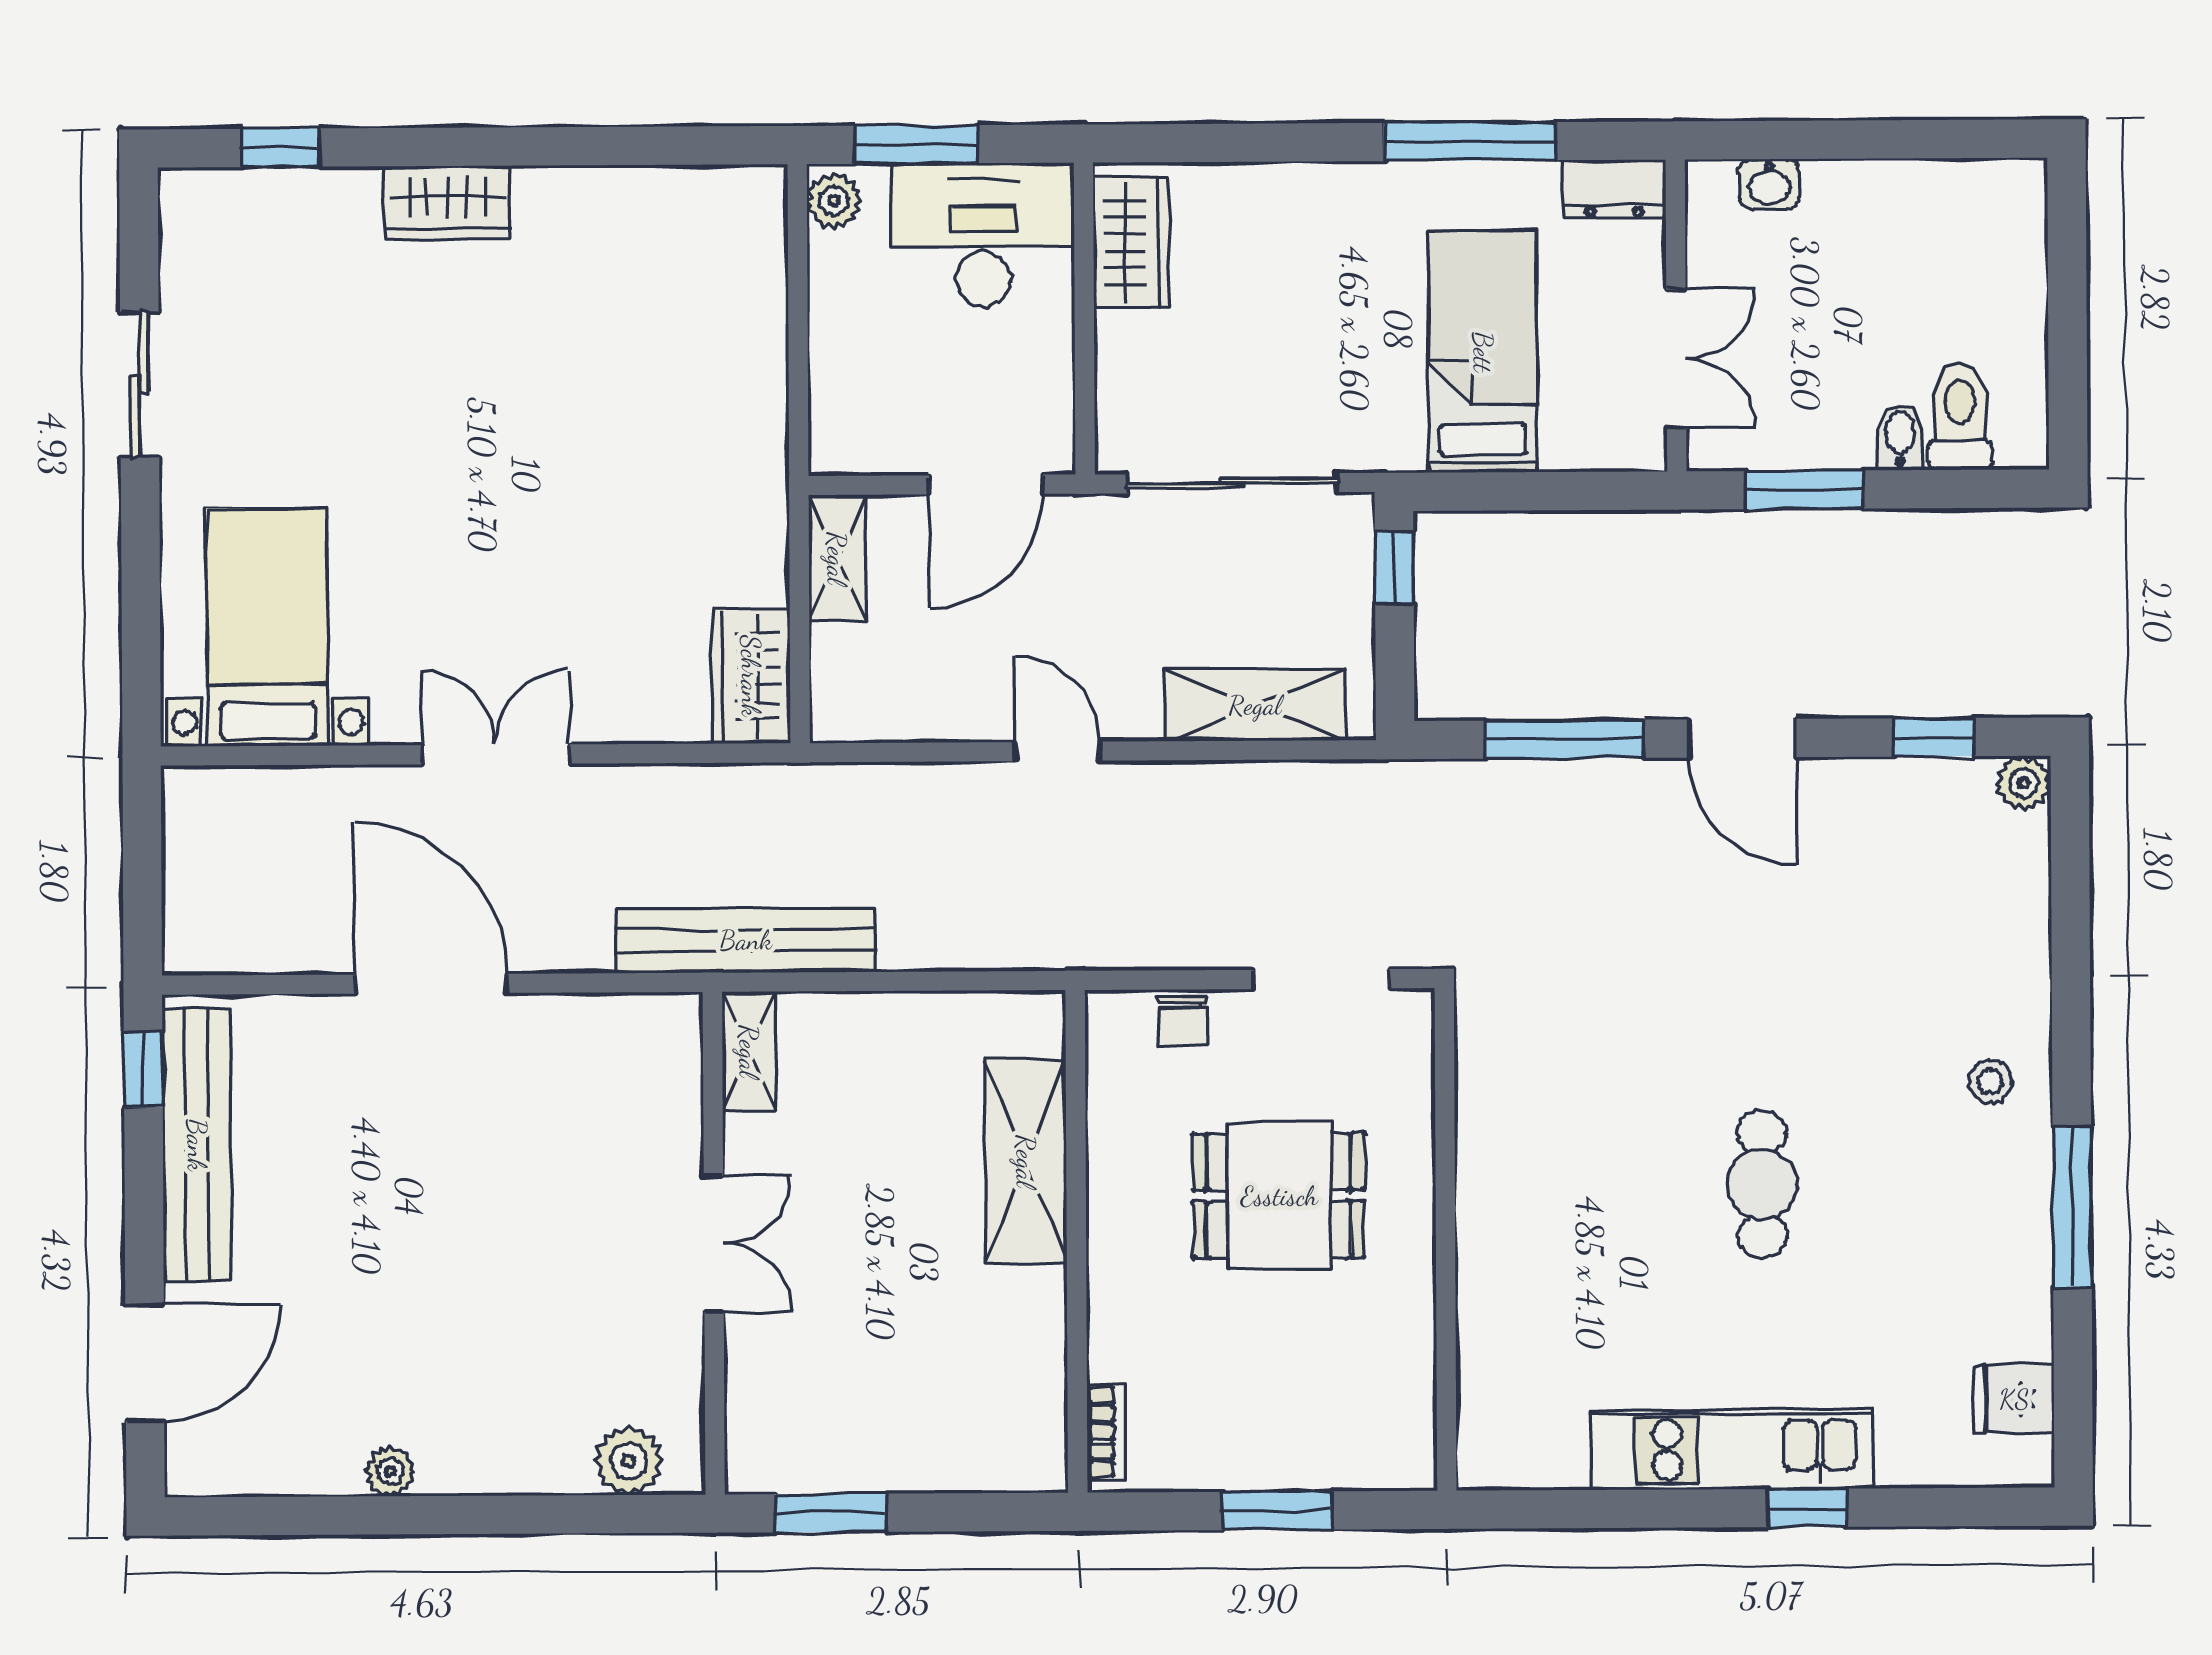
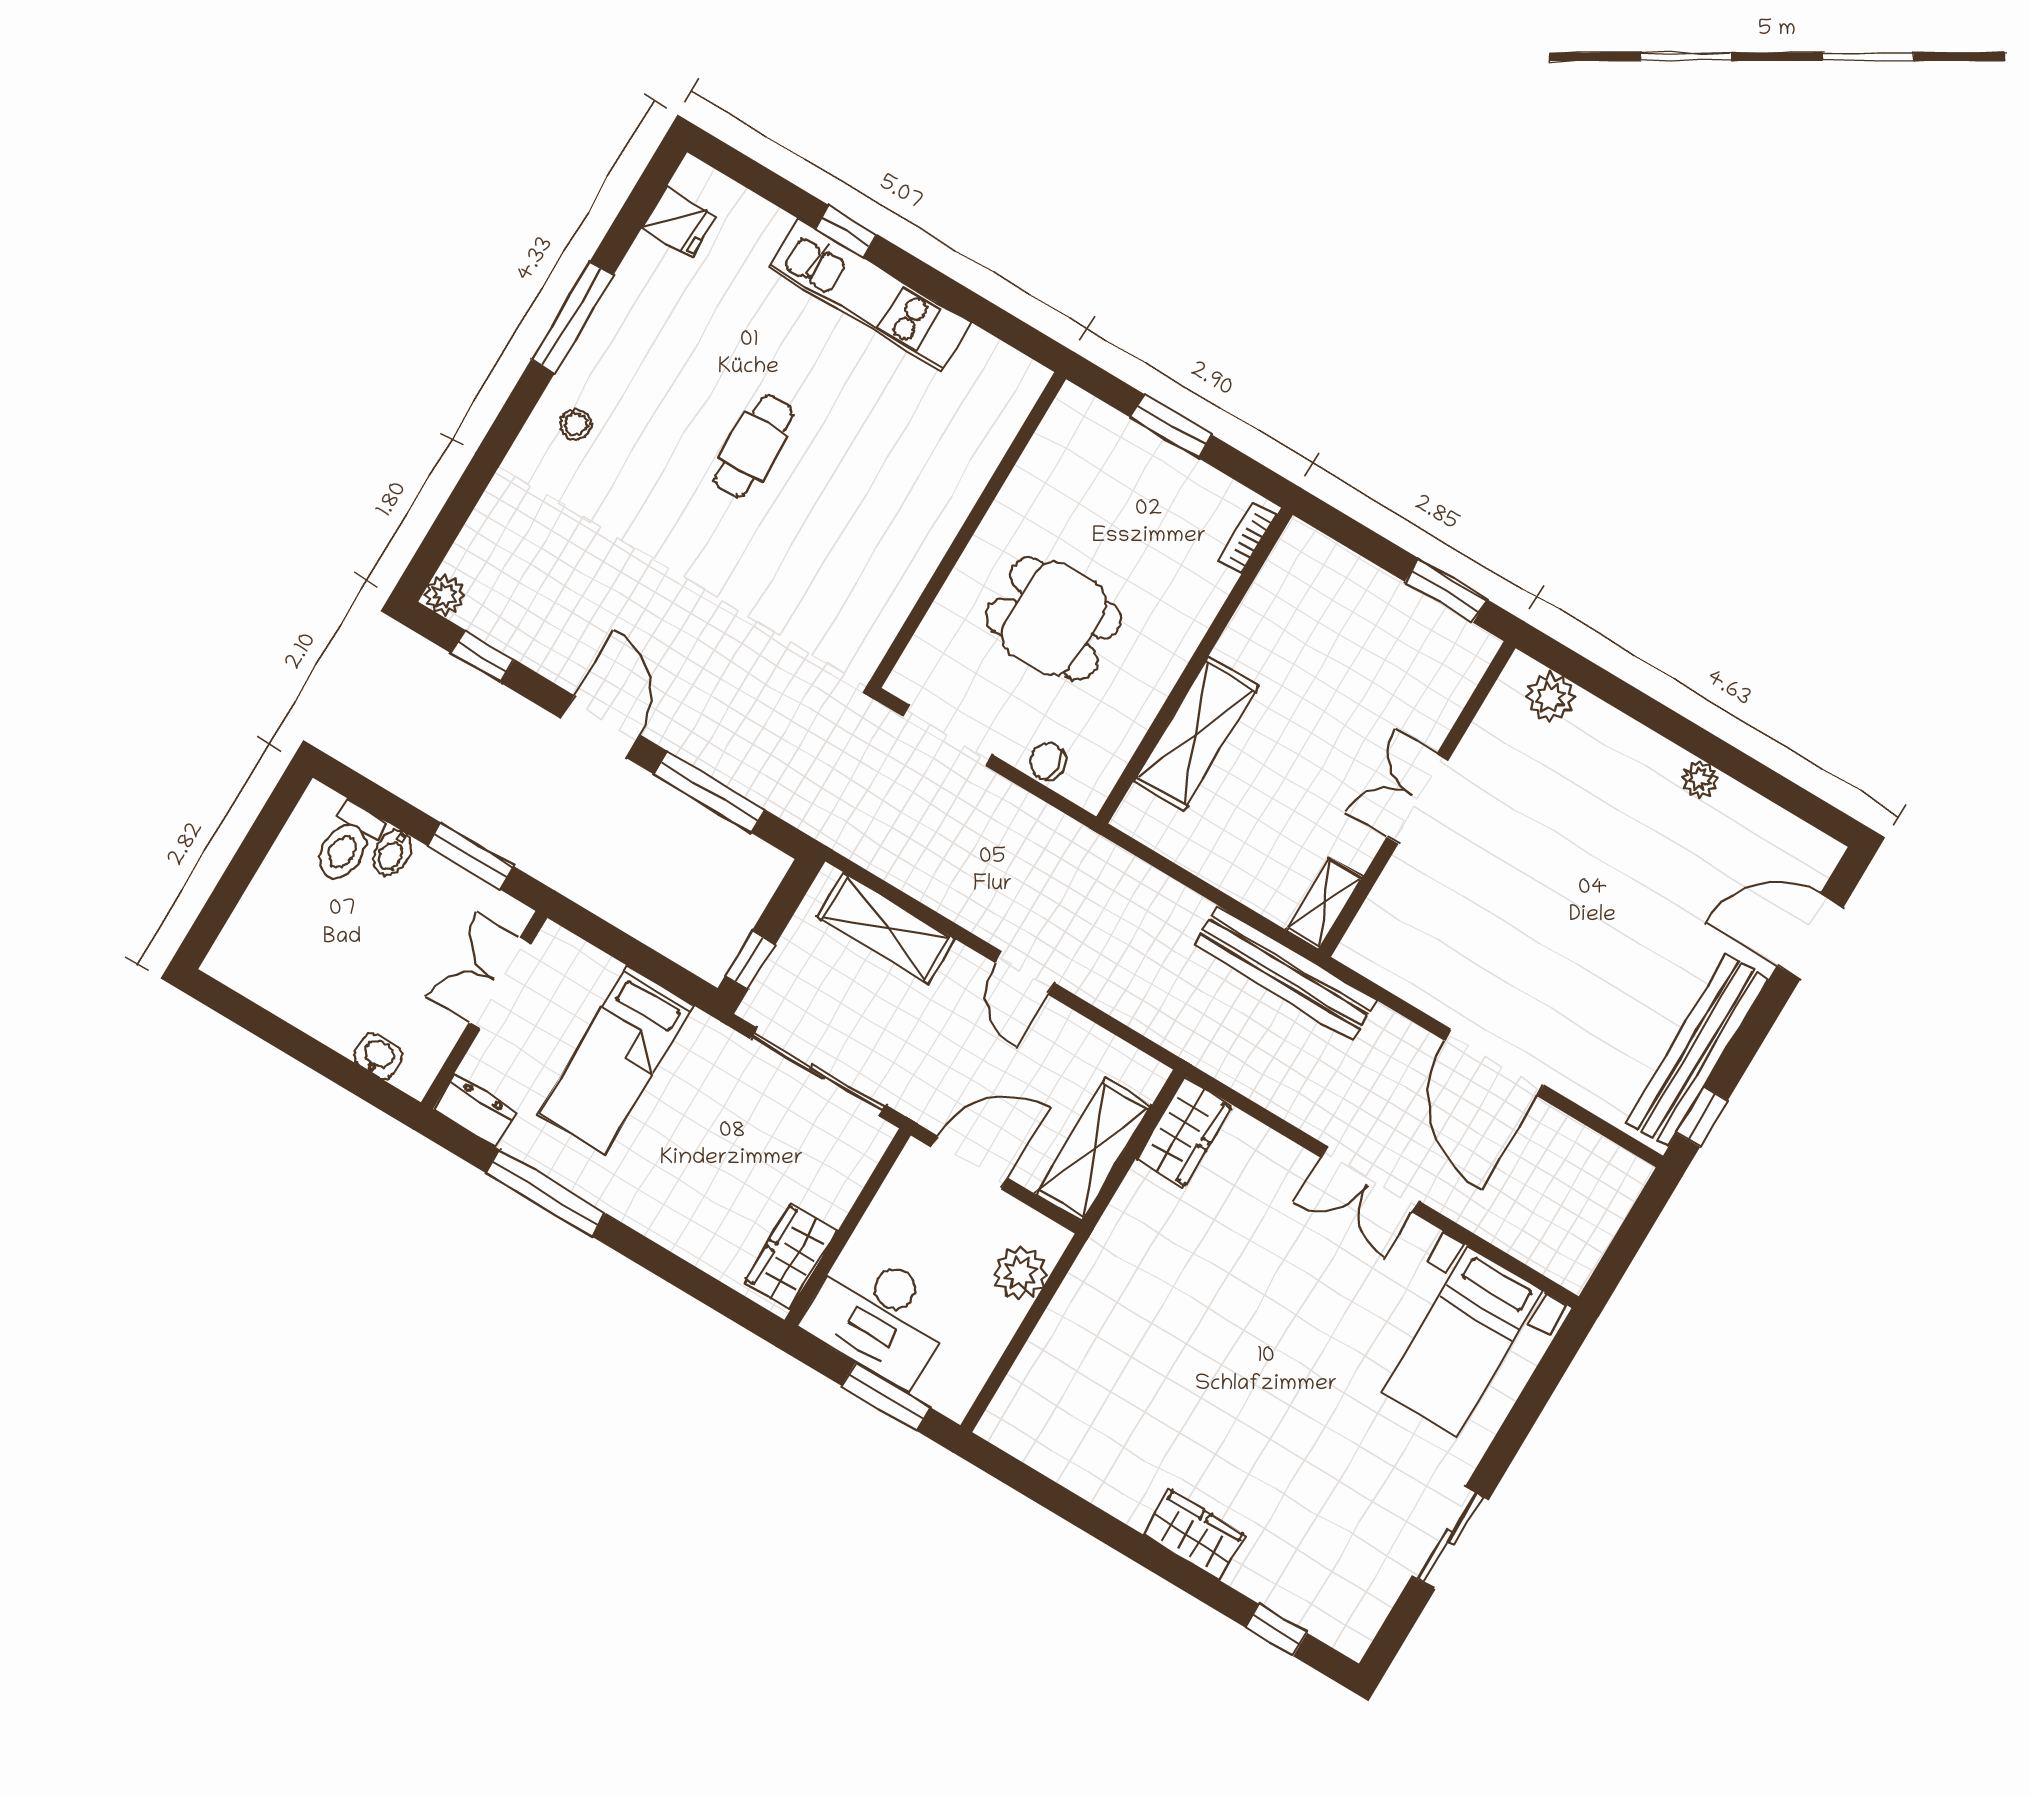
plant: (834, 201) -> (1020, 1273), moved, width x1.38, depth x1.38
shelving: (837, 558) -> (1093, 1150), width x1.50, depth x1.33
chair: (1182, 1021) -> (1048, 761), turned -90

